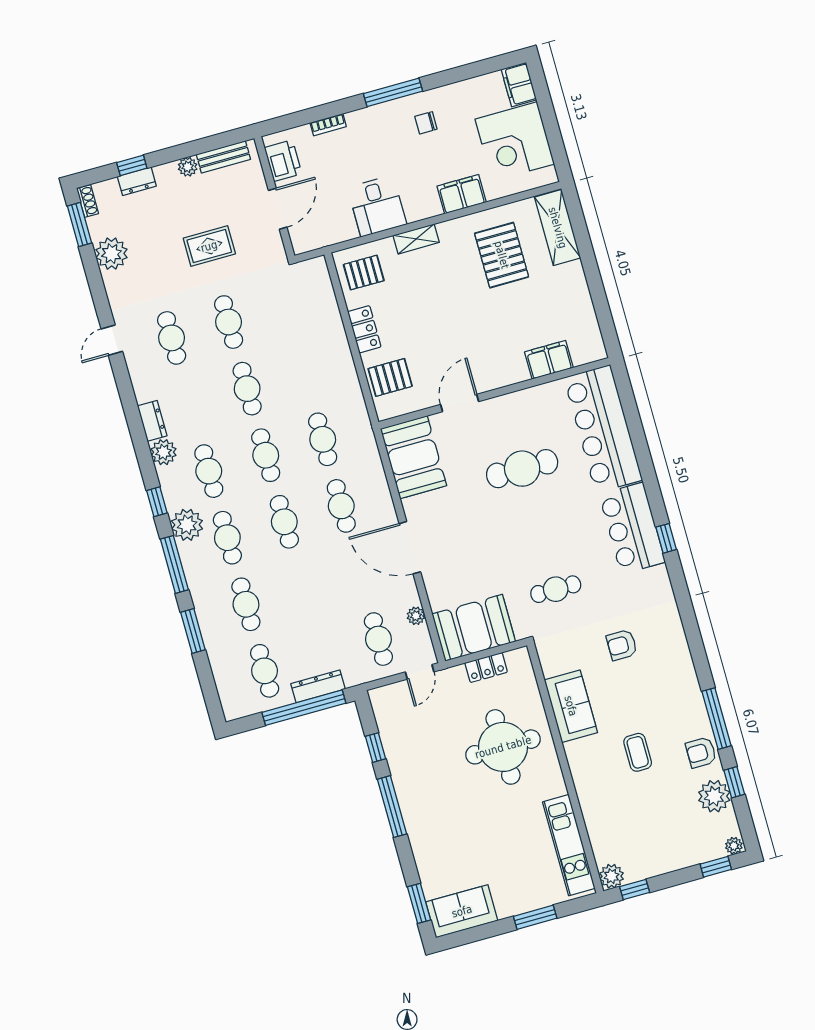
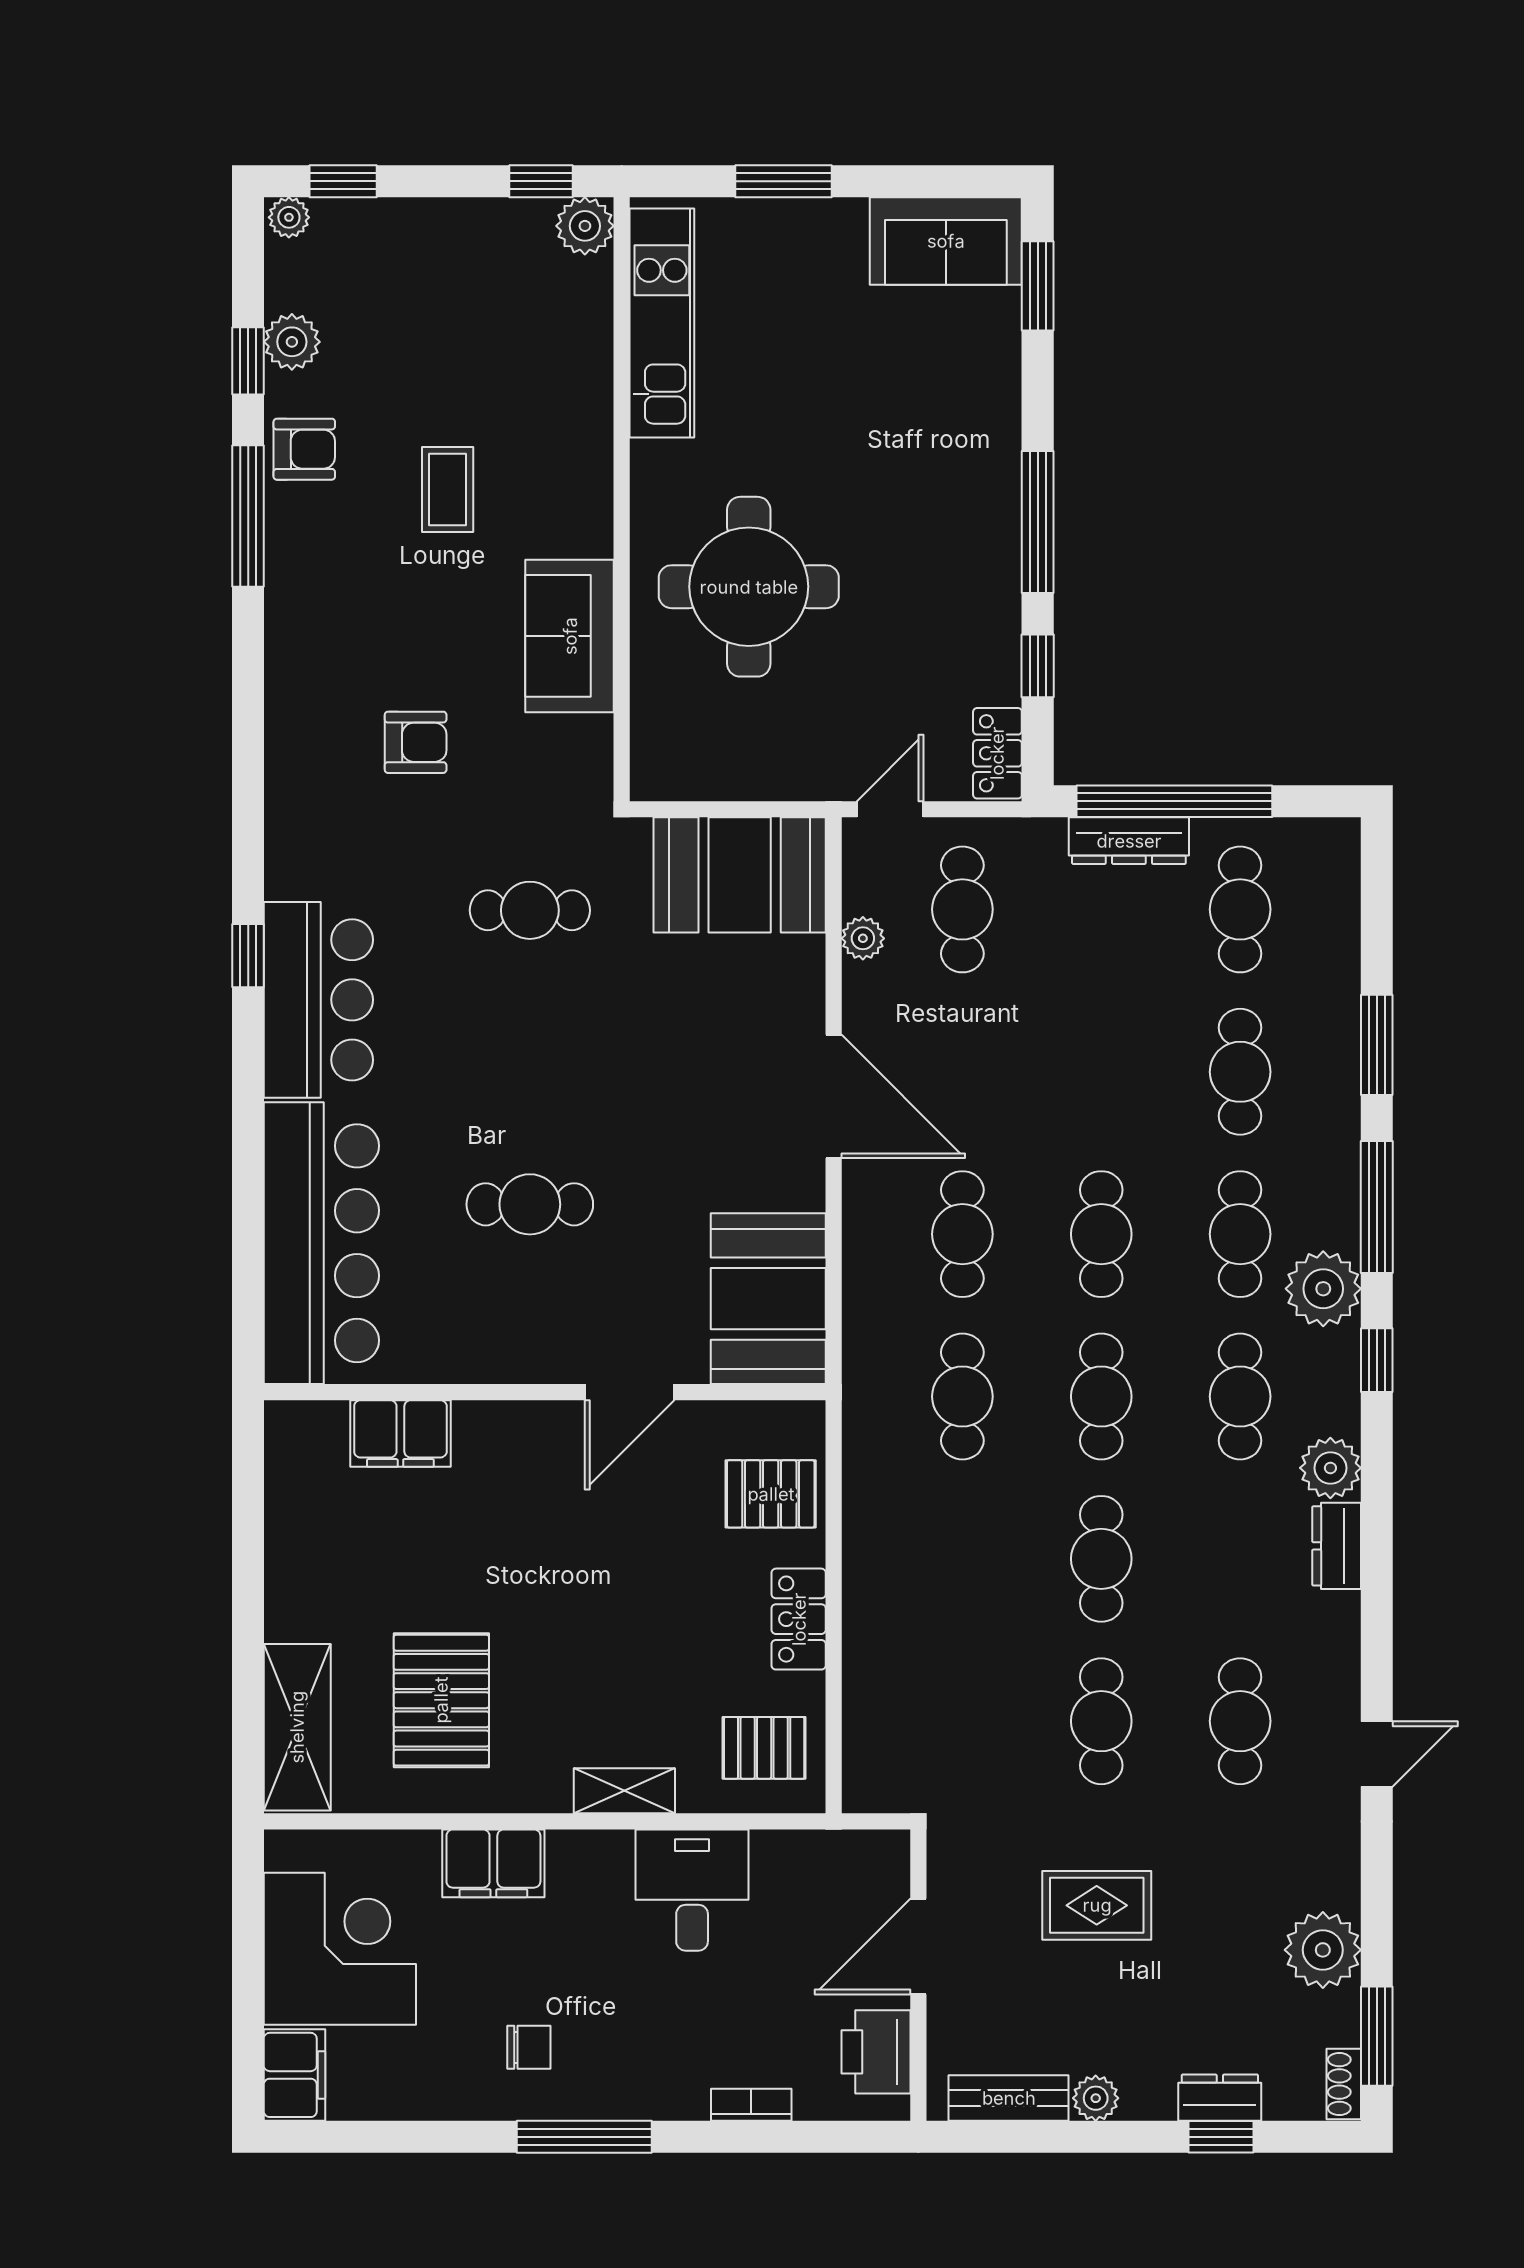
cafe table: (522, 469) -> (530, 1204), width x0.73, depth x0.74
locker: (486, 668) -> (997, 753), moved, turned -90
plant: (714, 796) -> (292, 342), width x0.73, depth x0.73

